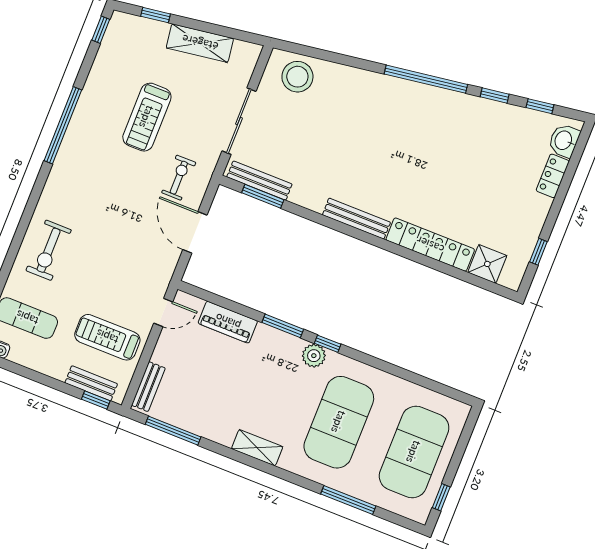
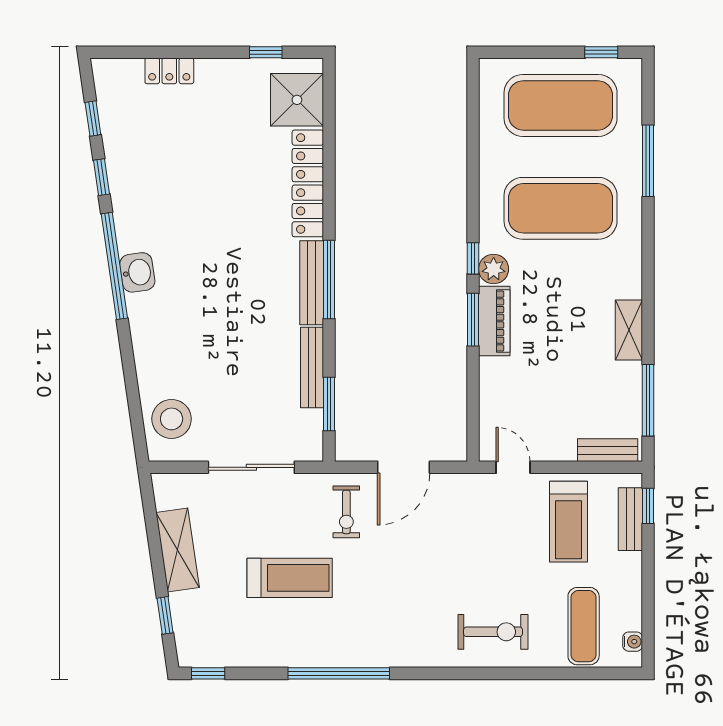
washbasin: (564, 141) -> (137, 272), moved, turned -98
exercise bike: (179, 178) -> (346, 512), turned -90
bench: (259, 181) -> (312, 368), moved
window: (354, 232) -> (329, 279), added
shower: (487, 264) -> (297, 100), width x1.36, depth x1.36
piano: (228, 322) -> (494, 321), moved
shelving: (257, 448) -> (629, 330), moved

